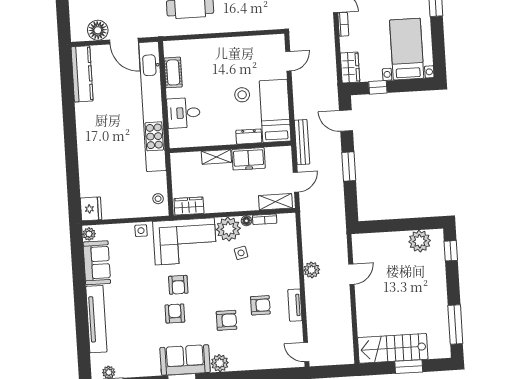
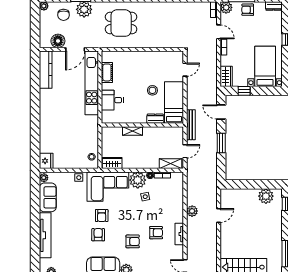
door: (124, 41) -> (75, 49), hinge flipped
kitchen unit: (152, 107) -> (92, 83), width x0.73
freezer: (249, 159) -> (154, 134), removed

